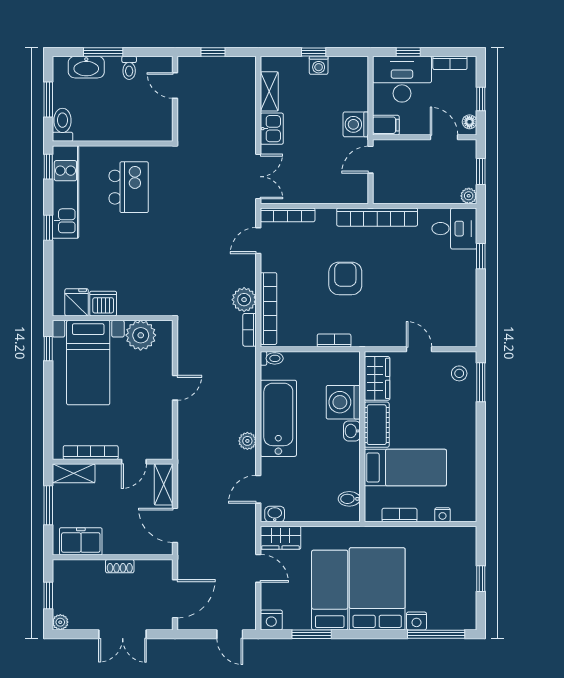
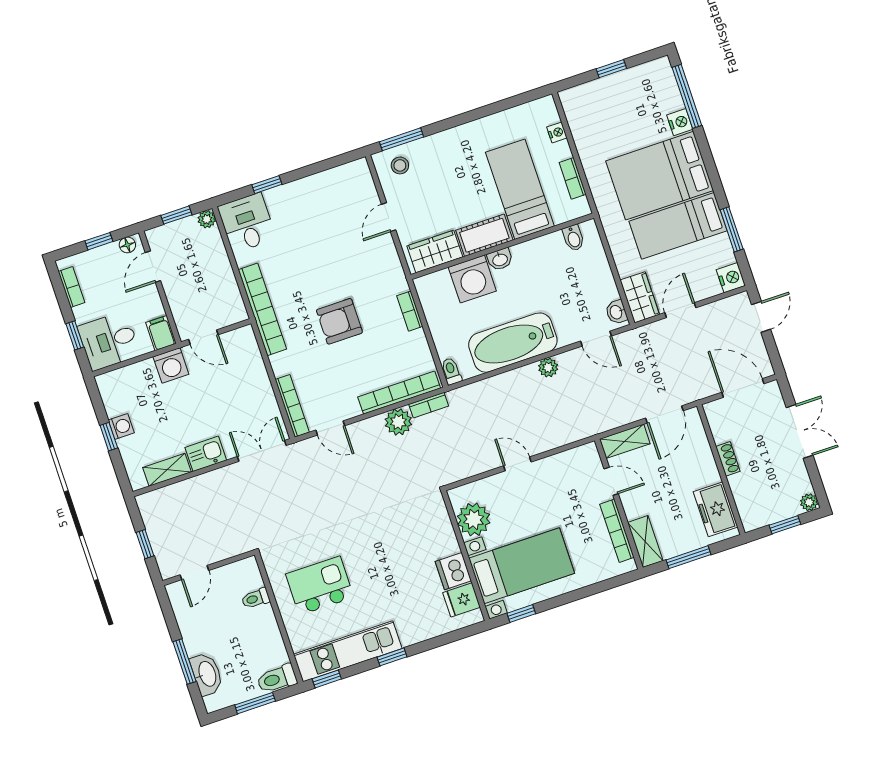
toilet: (129, 68) -> (256, 598), moved, turned 180
desk: (402, 79) -> (109, 341), width x0.73

